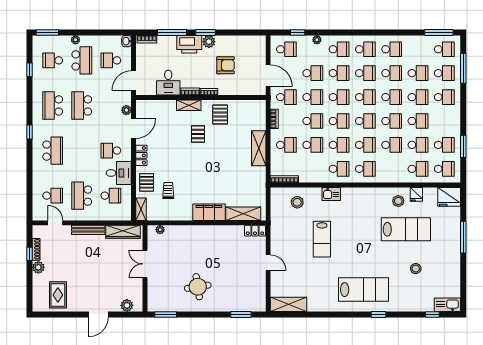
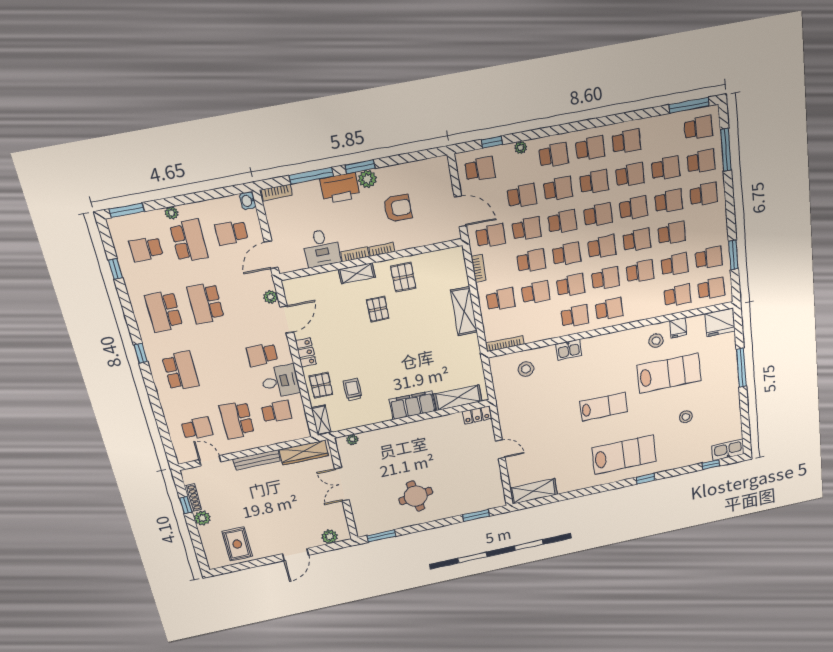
lab bench: (322, 239) -> (604, 407), moved, turned -90

